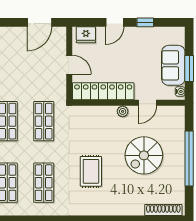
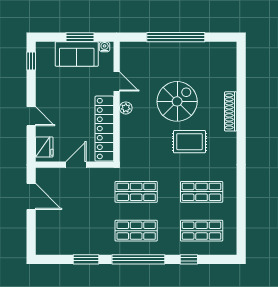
window: (145, 22) -> (31, 61), moved
spiral stairs: (144, 155) -> (177, 101), moved, turned -90
shoe rack: (163, 210) -> (231, 111), moved

